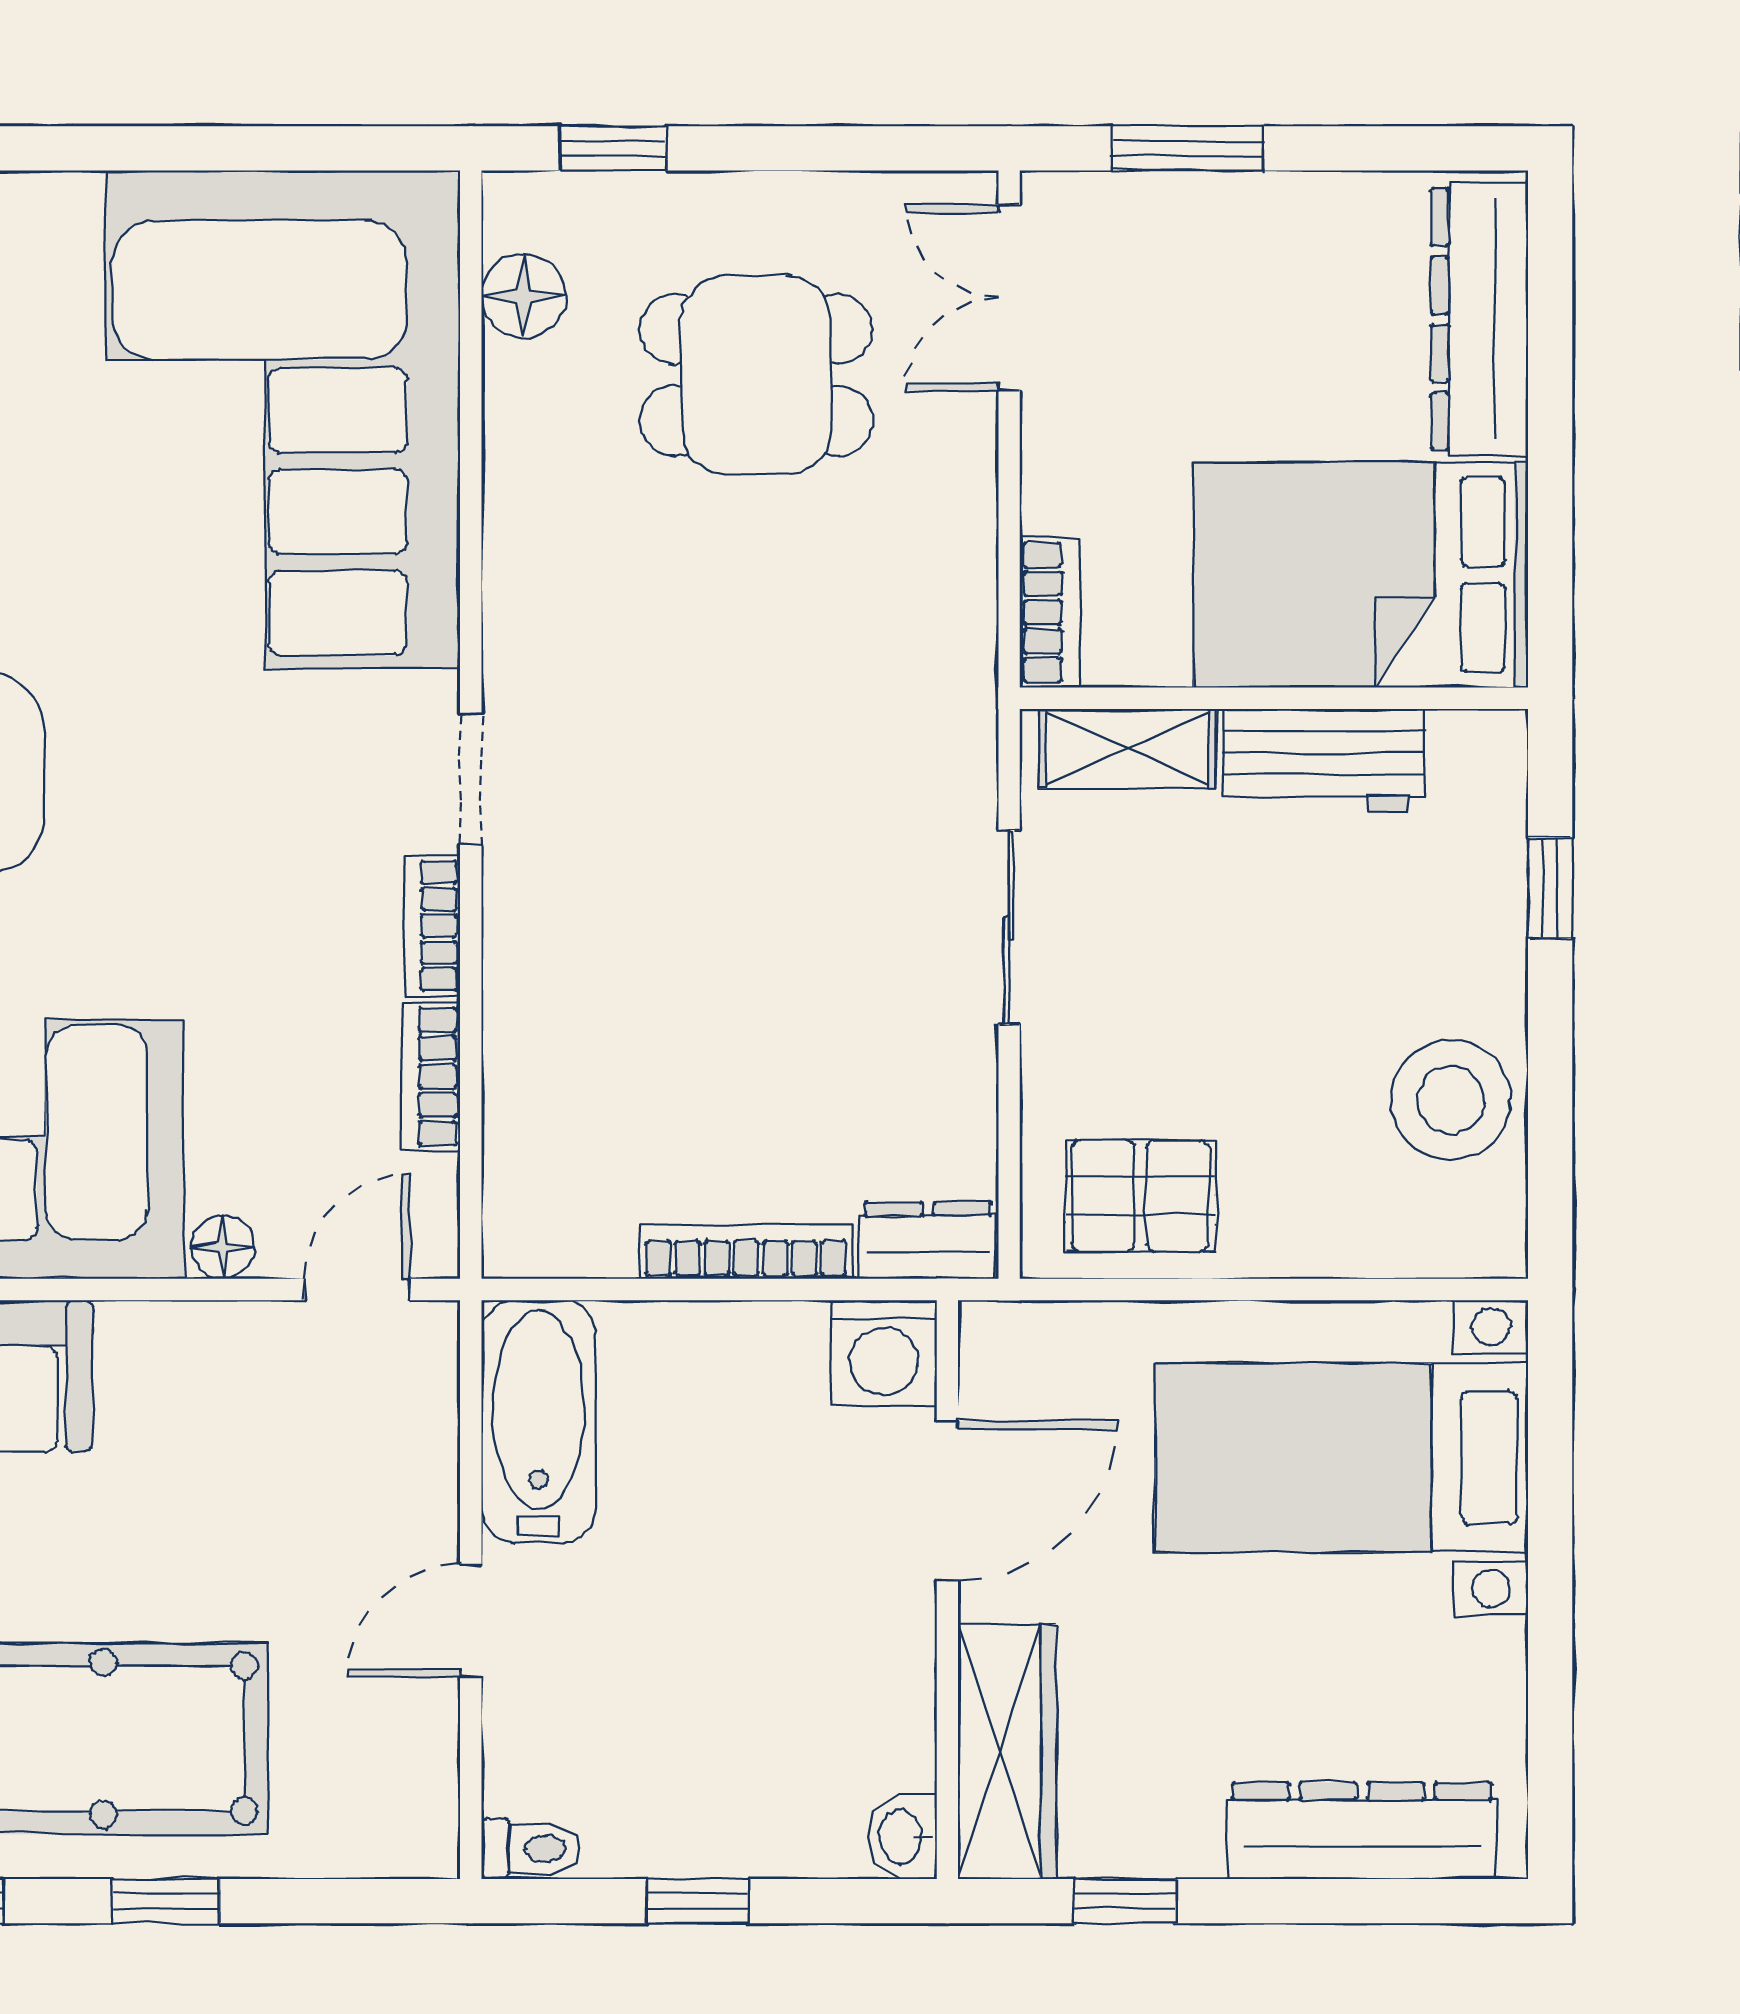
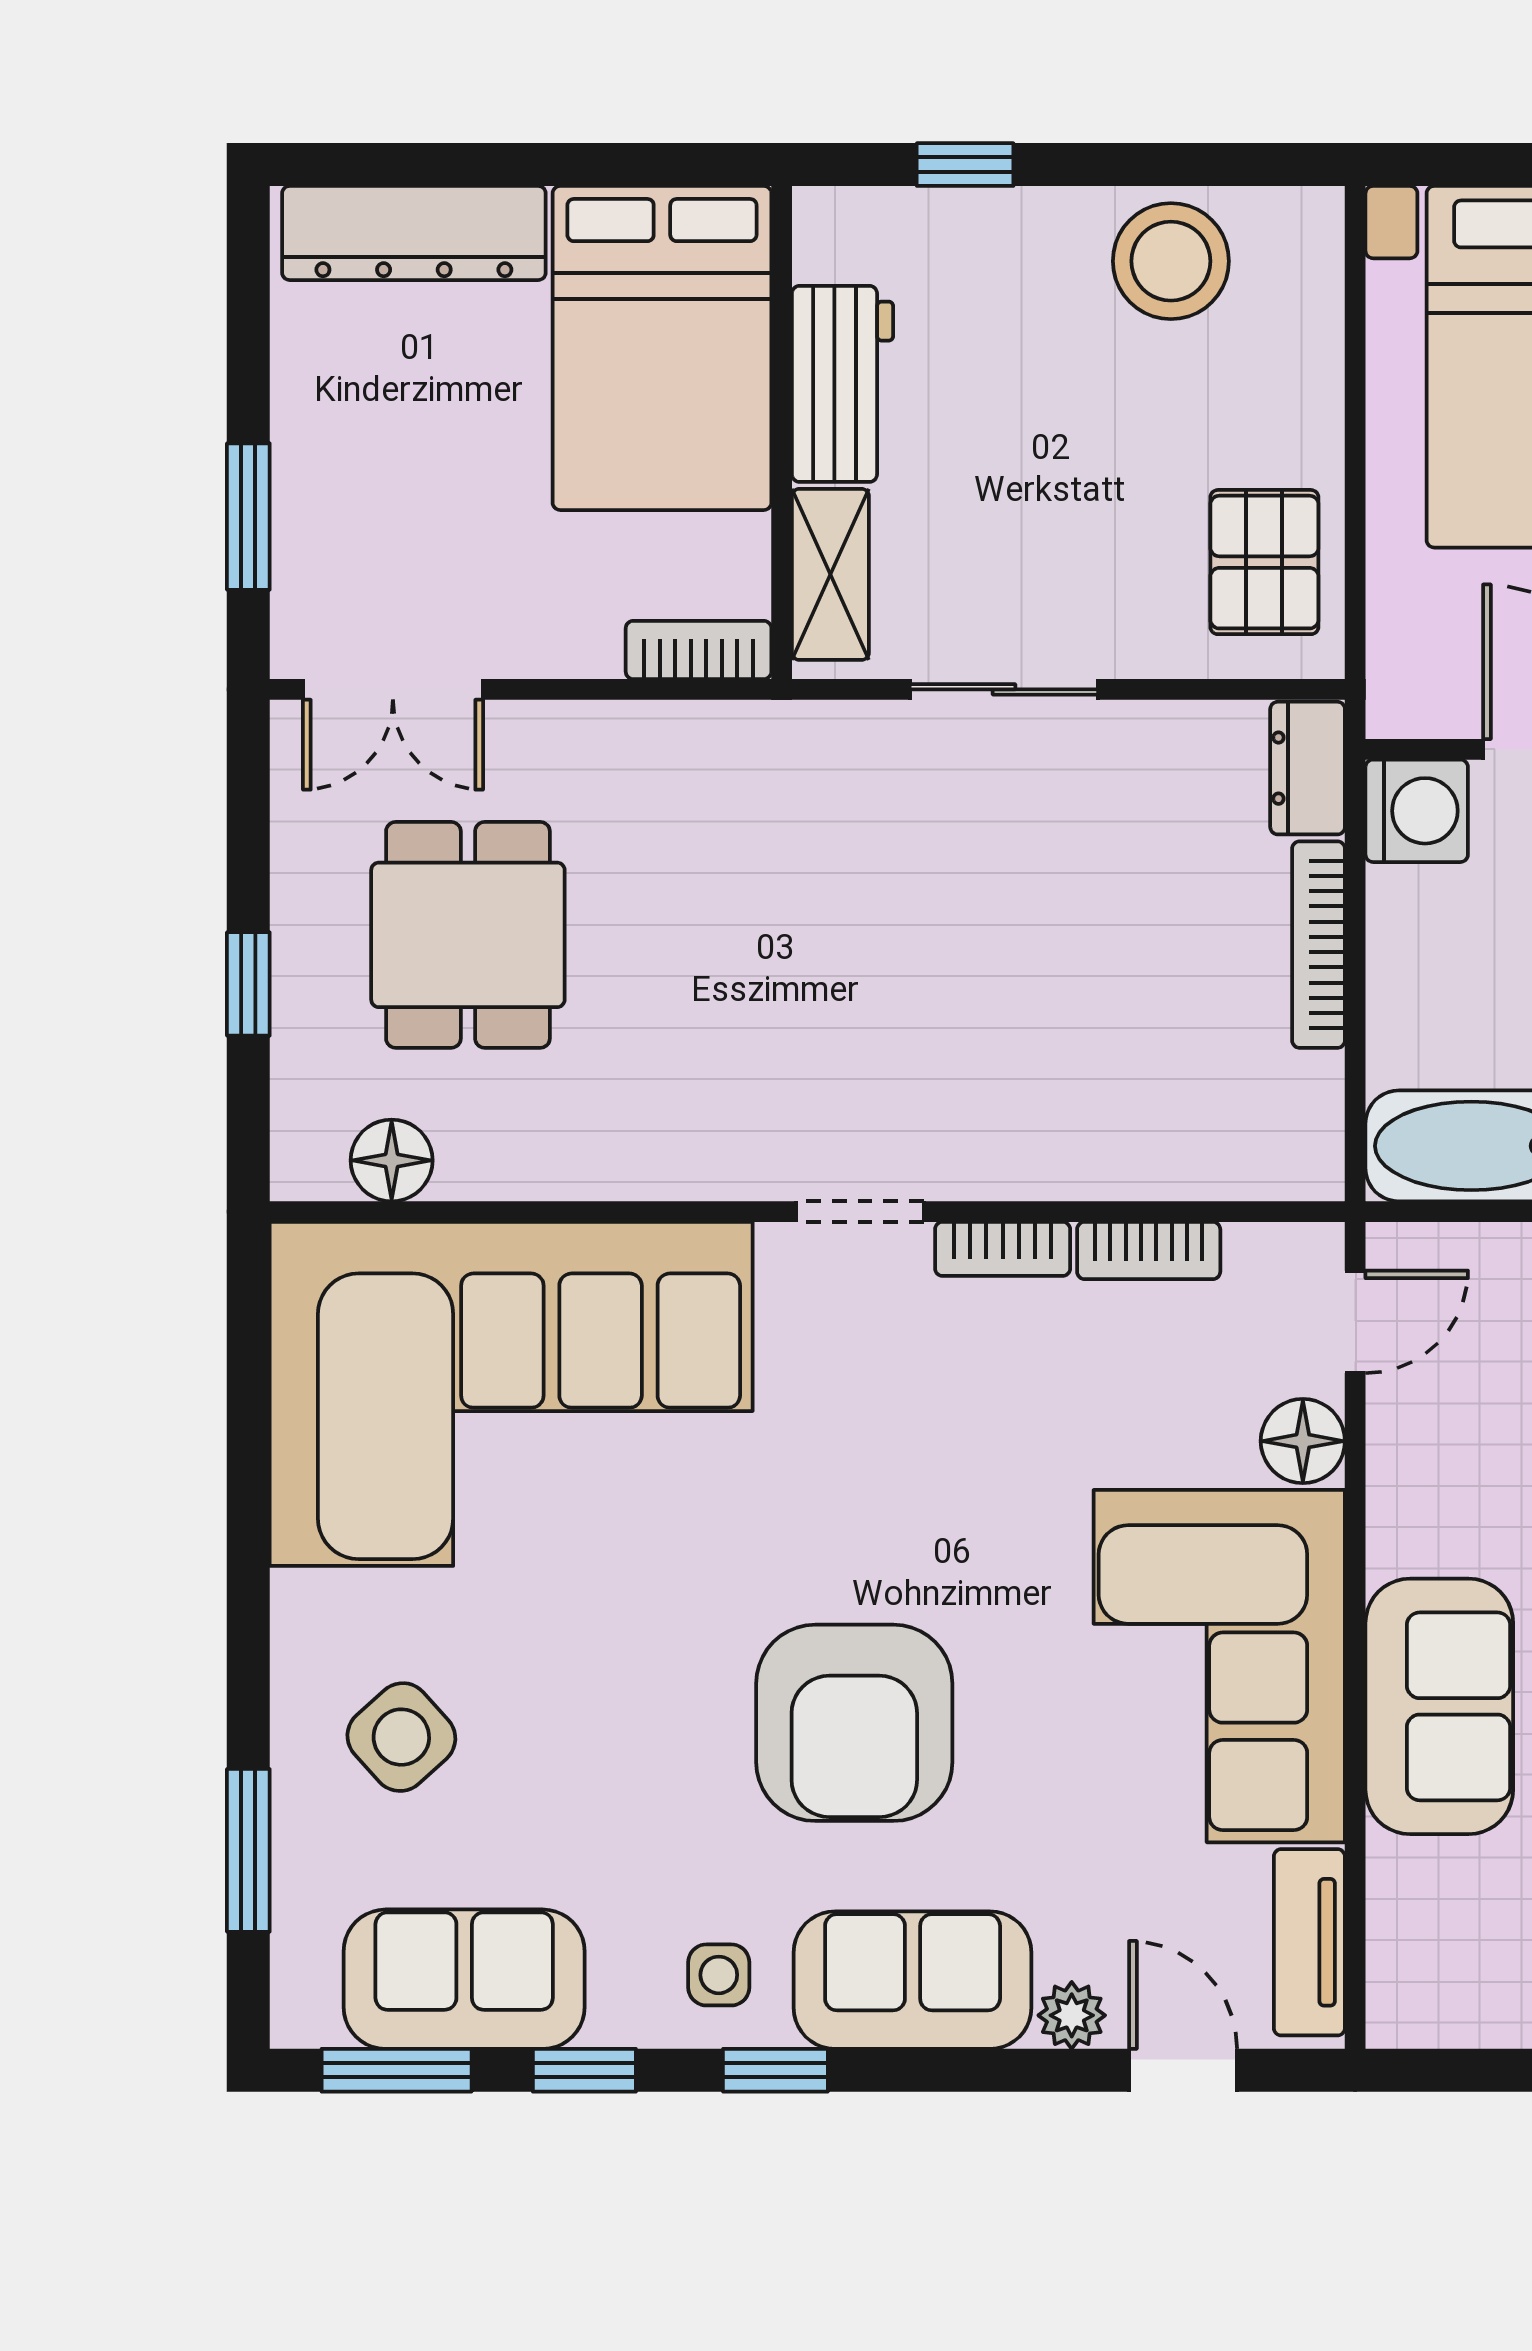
window: (613, 148) -> (248, 984), moved
floor lamp: (223, 1247) -> (1303, 1441), width x1.37, depth x1.37
door: (357, 1289) -> (1355, 1322), swing flipped

